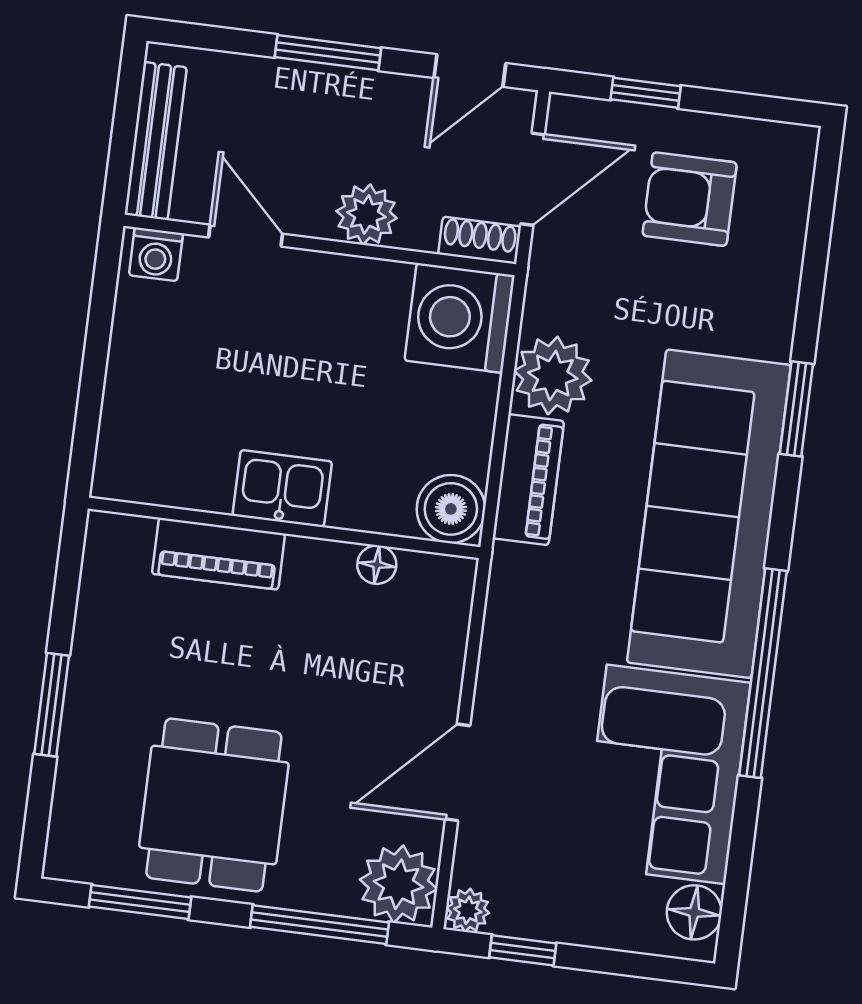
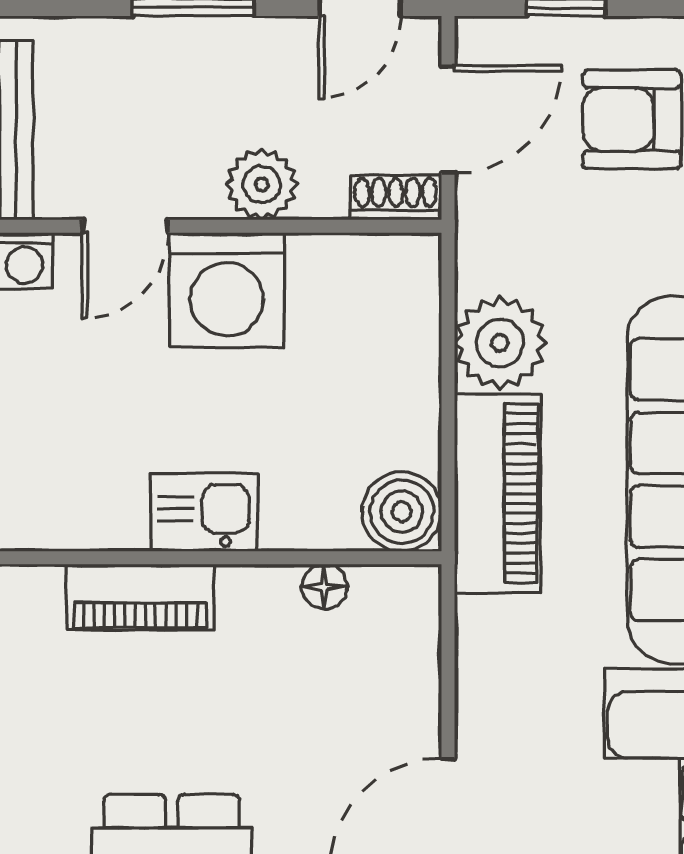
door: (246, 236) -> (125, 226), swing flipped
washing machine: (460, 318) -> (227, 290), moved, turned -90
piano: (528, 480) -> (498, 493), width x1.37, depth x1.33

